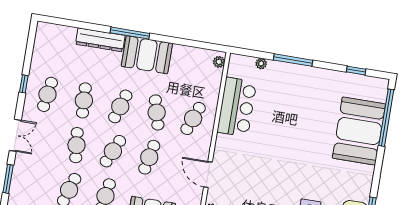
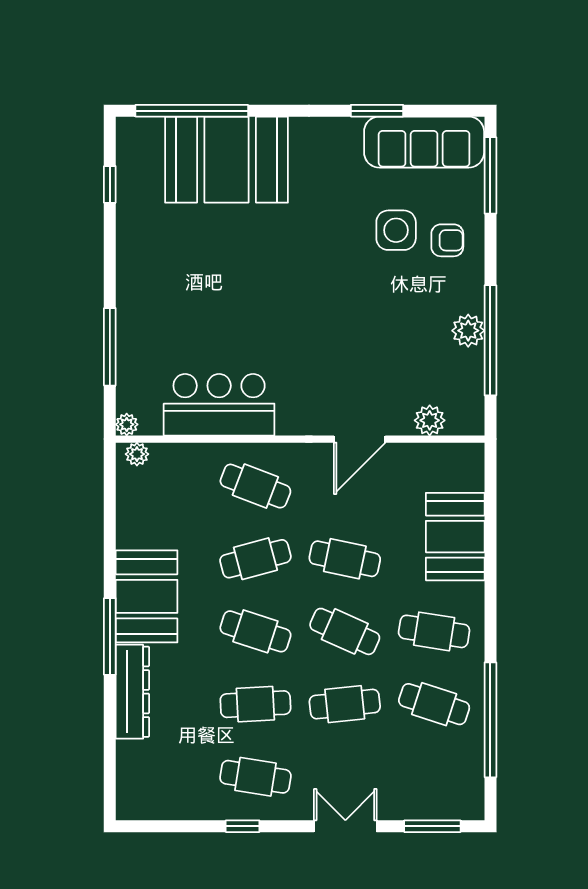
window: (293, 60) -> (110, 347), moved
plant: (261, 64) -> (127, 424), moved

